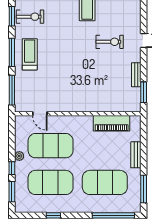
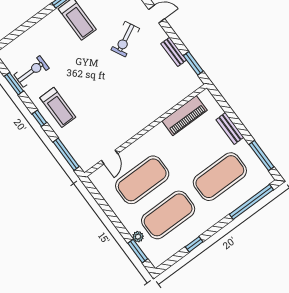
exercise bike: (110, 42) -> (125, 39), turned 153
window: (12, 52) -> (39, 118), width x0.46
treadmill: (30, 54) -> (58, 107), turned 180
door: (40, 114) -> (109, 157), hinge flipped
plant: (19, 156) -> (138, 237), moved
window: (12, 168) -> (121, 229), removed

